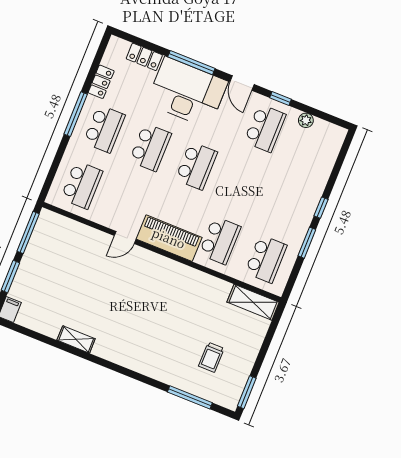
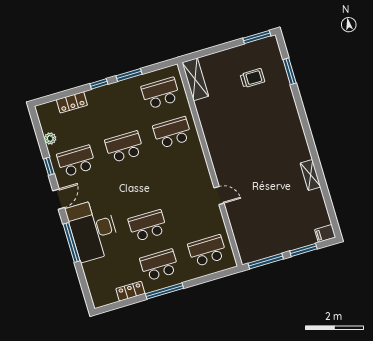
locker: (144, 57) -> (72, 102), moved, turned 90
school desk: (196, 166) -> (124, 147), moved
piano: (169, 238) -> (197, 167), removed
window: (190, 397) -> (290, 71), width x0.69

